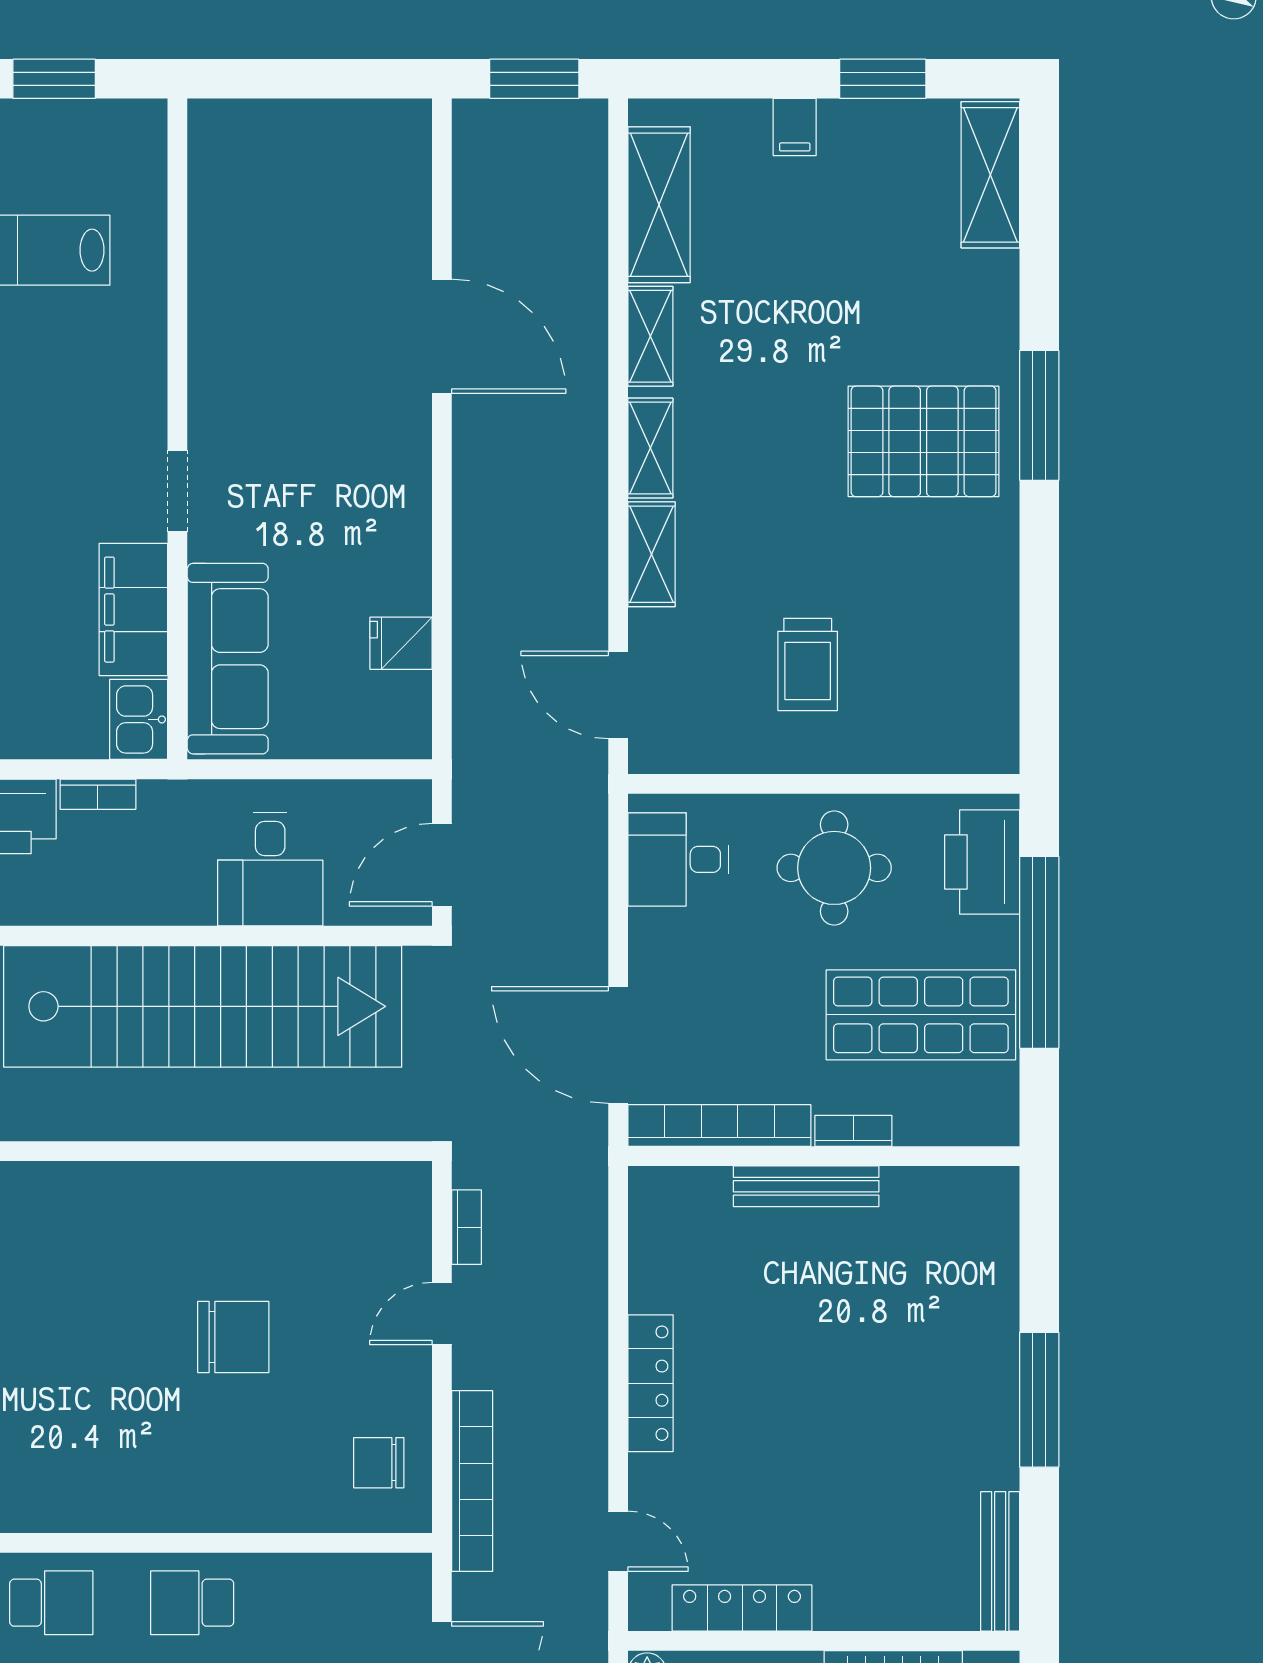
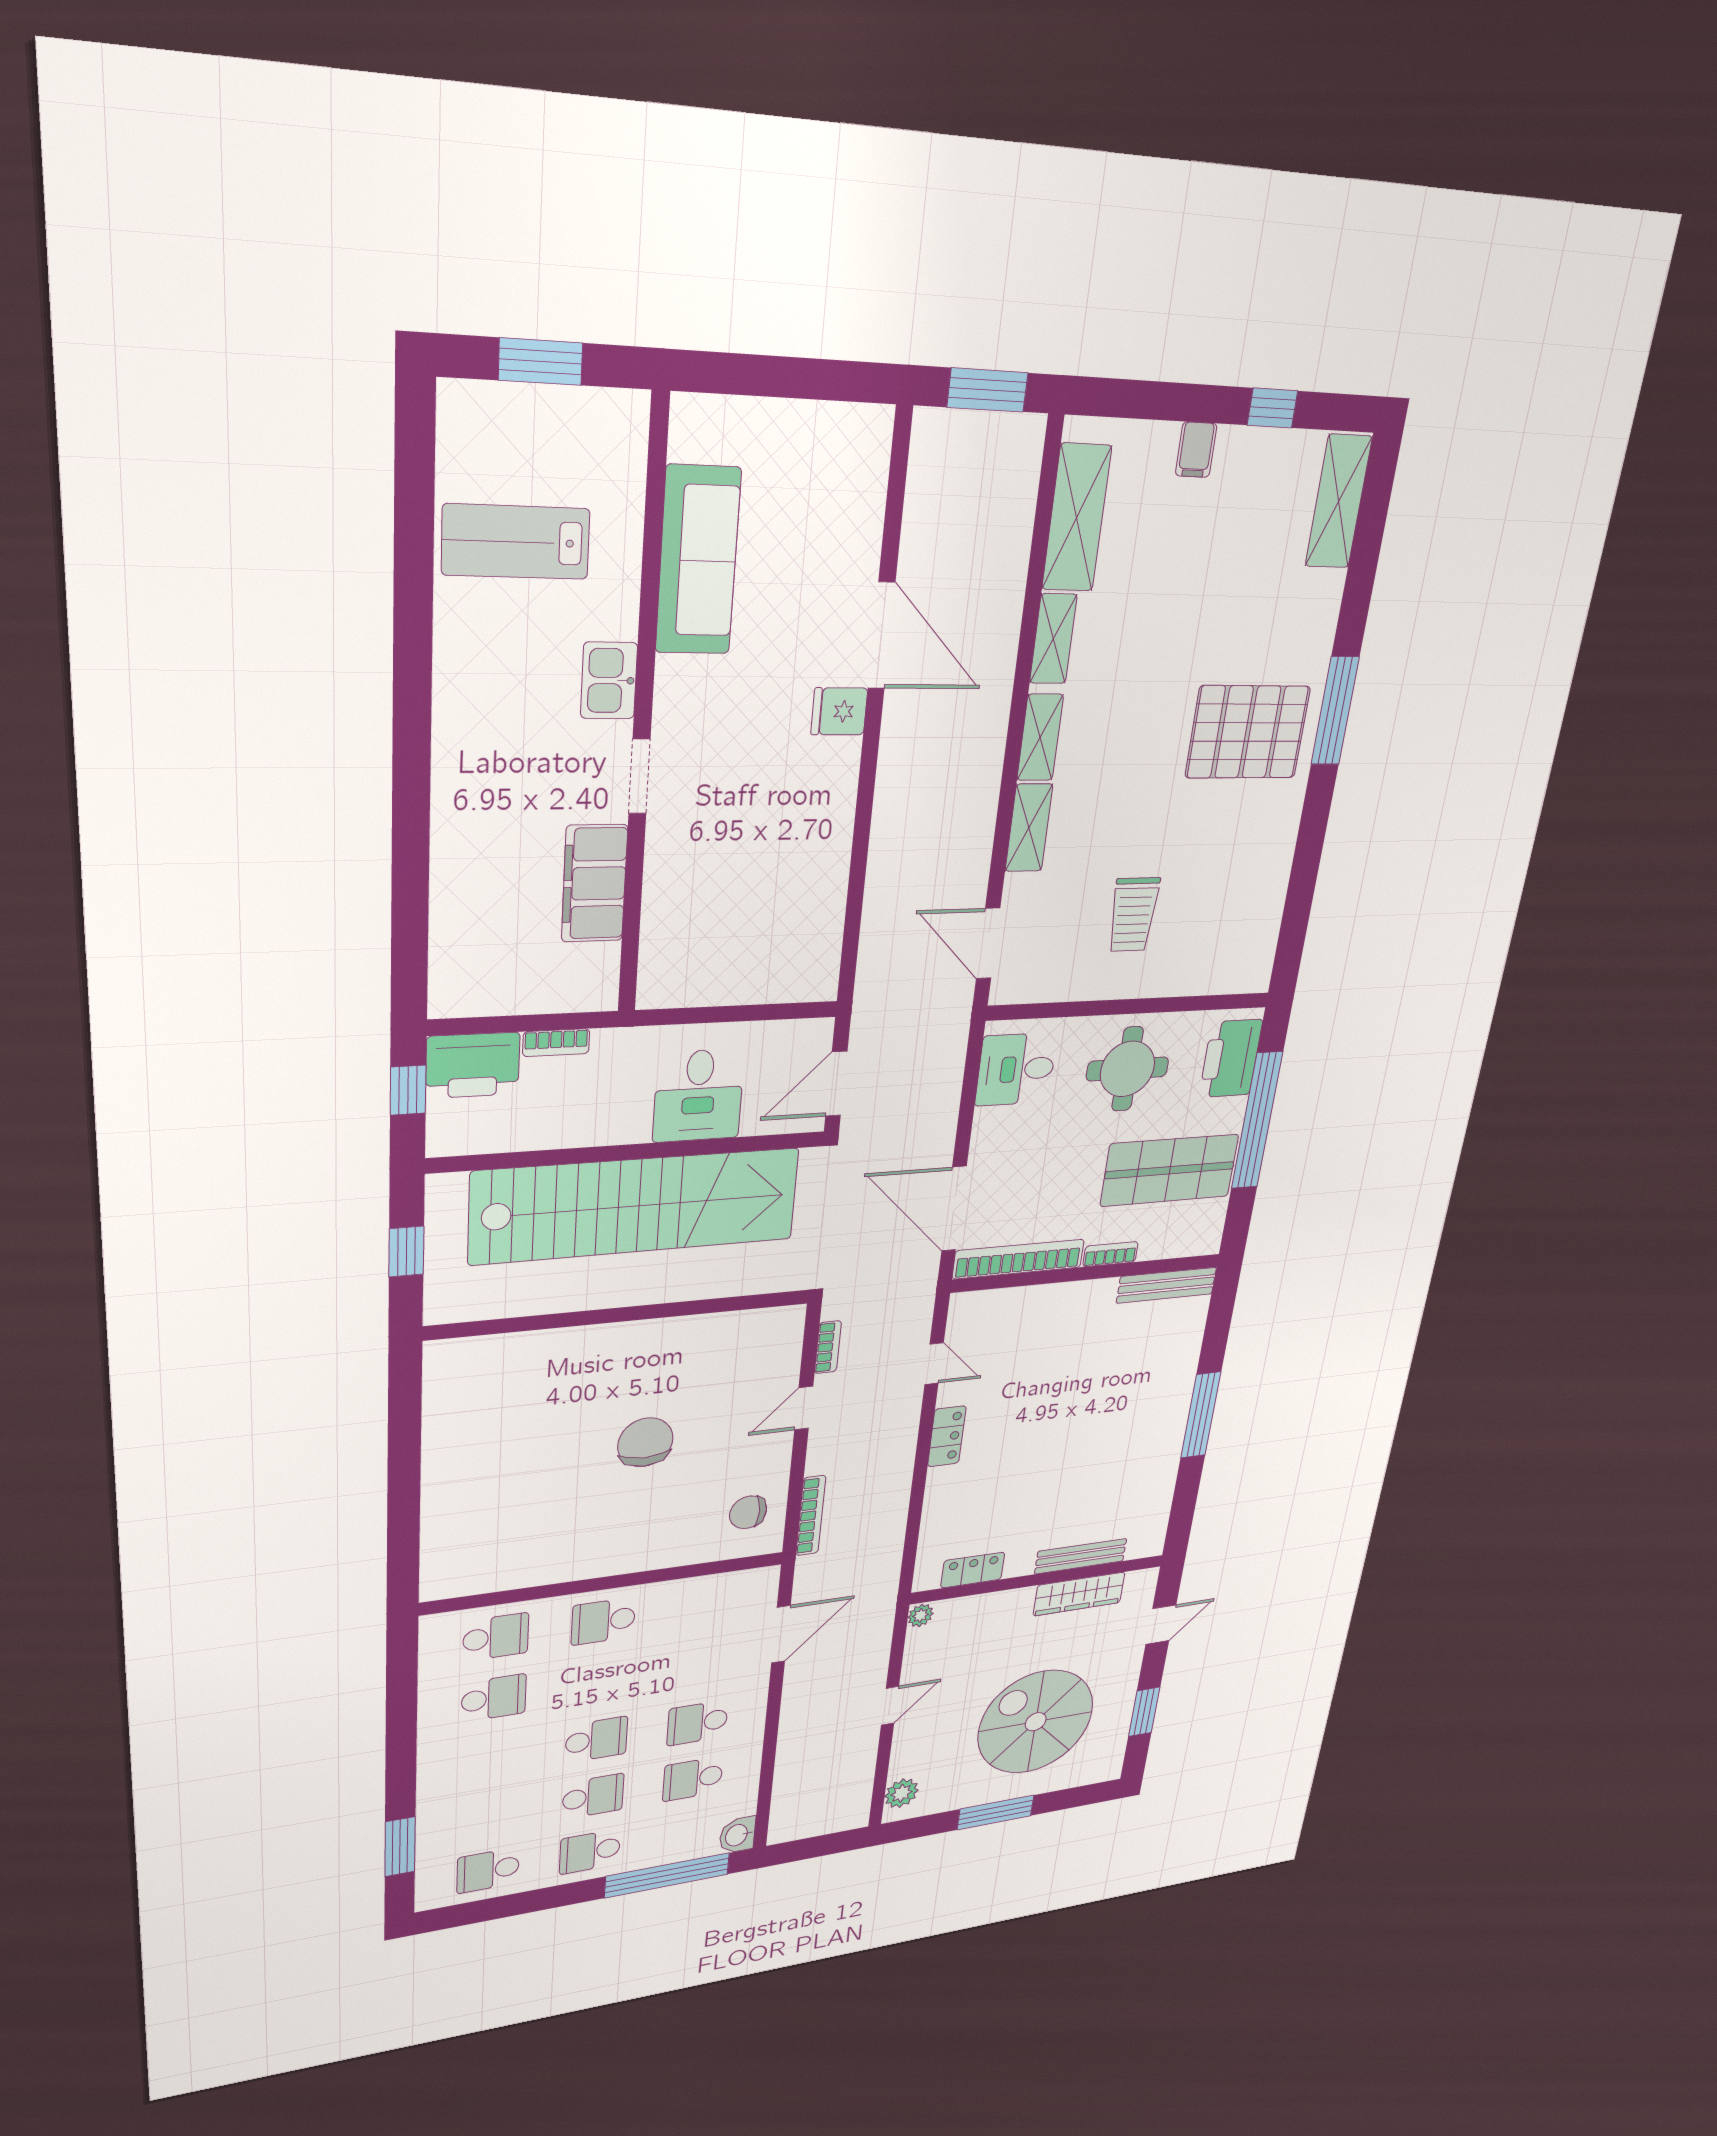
window: (883, 79) -> (1272, 408), width x0.67
fridge: (401, 643) -> (839, 711), moved
sofa: (228, 659) -> (698, 561), moved
kitchen sink: (139, 719) -> (609, 681), moved
bench: (806, 1186) -> (1167, 1285), moved
chair: (233, 1337) -> (645, 1442), turned -90
locker: (651, 1383) -> (947, 1436), width x0.66
bookcase: (472, 1481) -> (811, 1516), width x0.68, depth x0.76
door: (618, 1541) -> (934, 1364), moved
bench: (1000, 1561) -> (1081, 1556), moved, turned 90
locker: (742, 1608) -> (973, 1570), width x0.66

